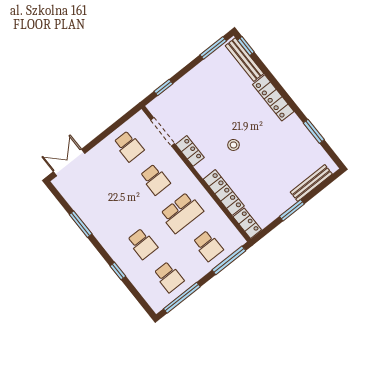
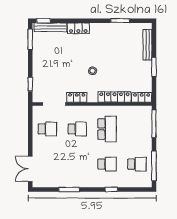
locker: (273, 98) -> (78, 28), width x0.66
school desk: (208, 246) -> (137, 129), removed

